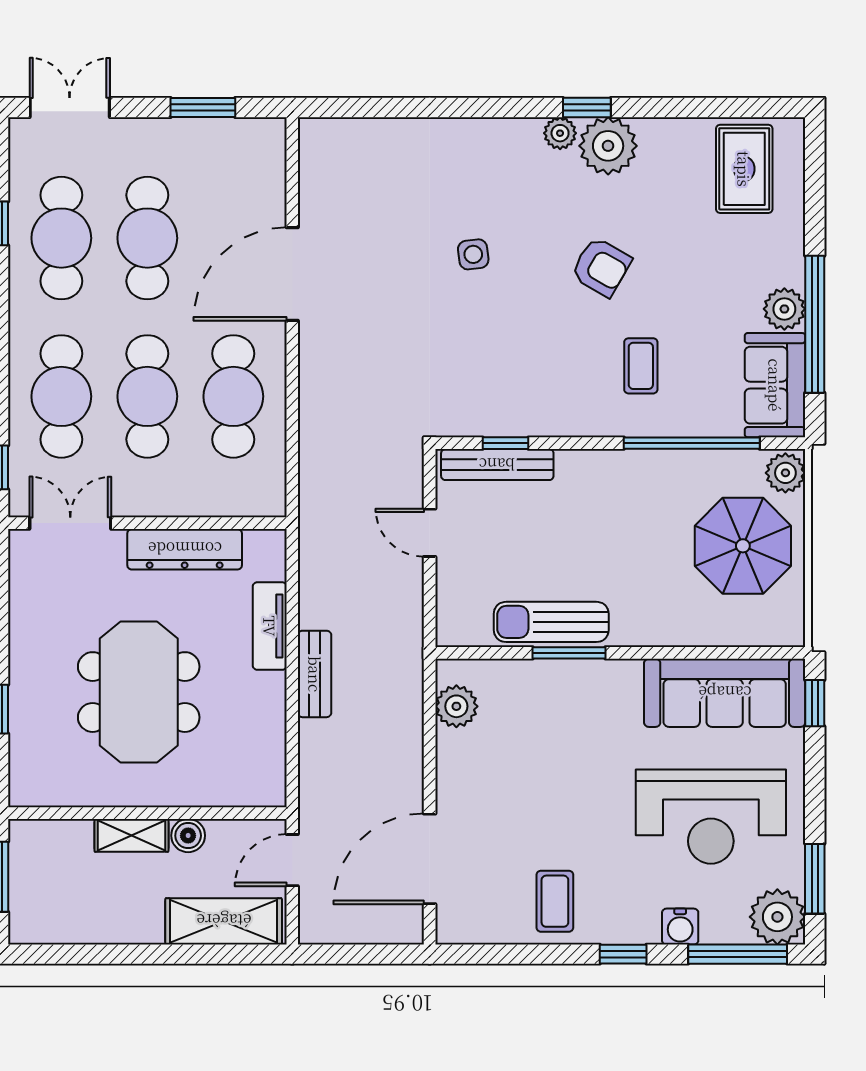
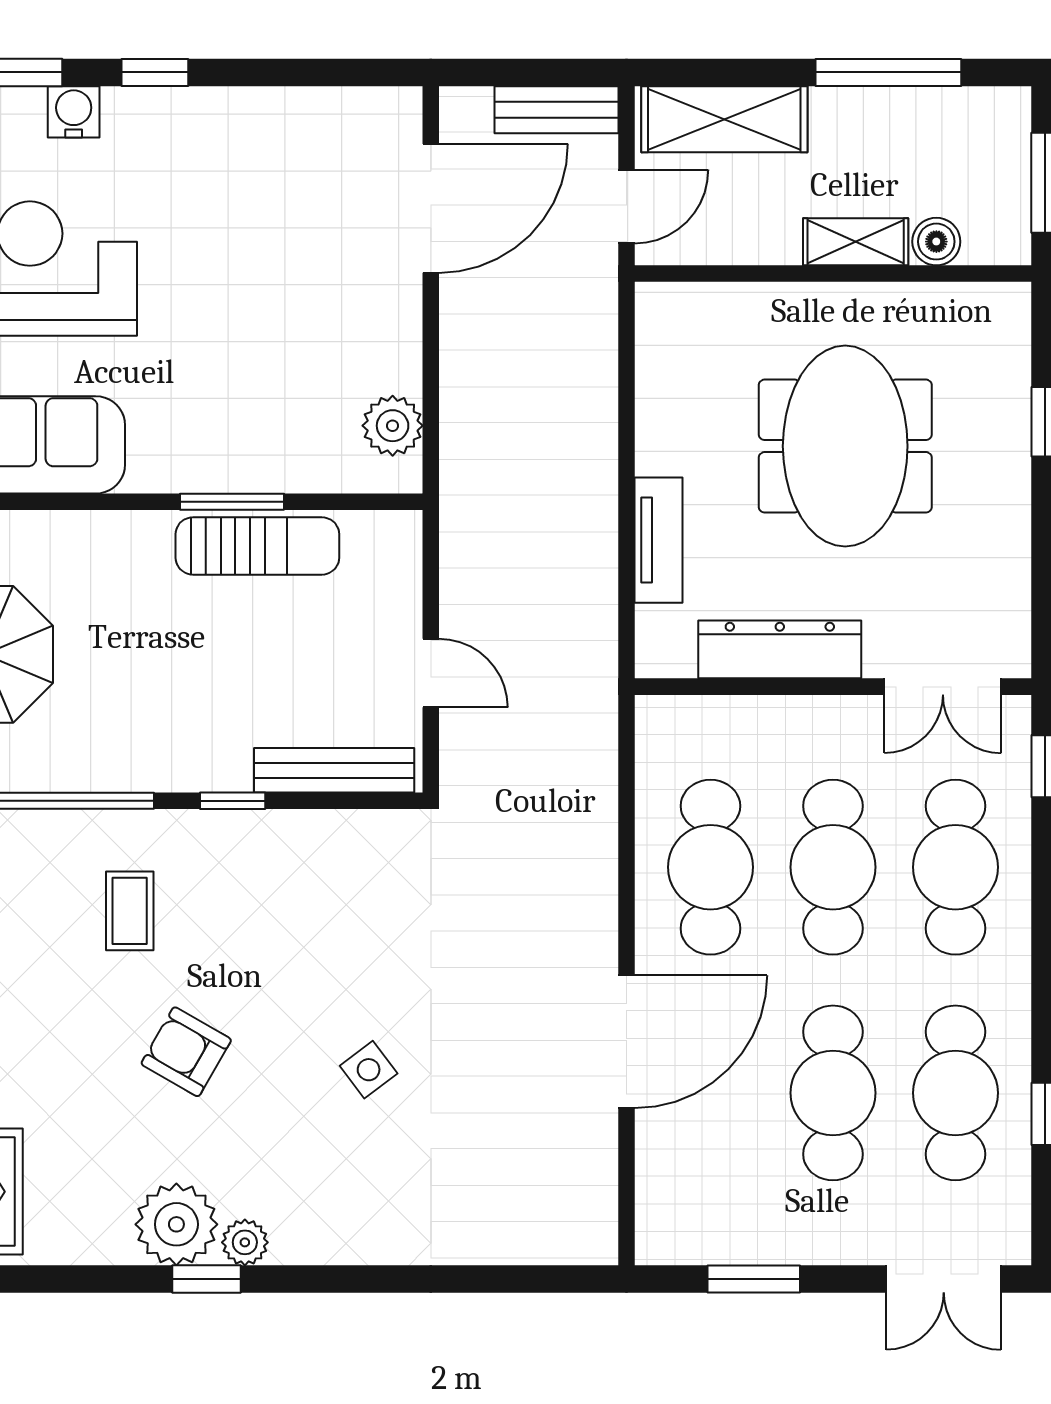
side table: (473, 254) -> (369, 1070), turned -30
window: (505, 443) -> (233, 801), moved
bench: (315, 674) -> (557, 110), moved, turned 90
boiler: (188, 836) -> (936, 242), moved
coffee table: (555, 901) -> (252, 148), removed
window: (108, 954) -> (888, 72), added

